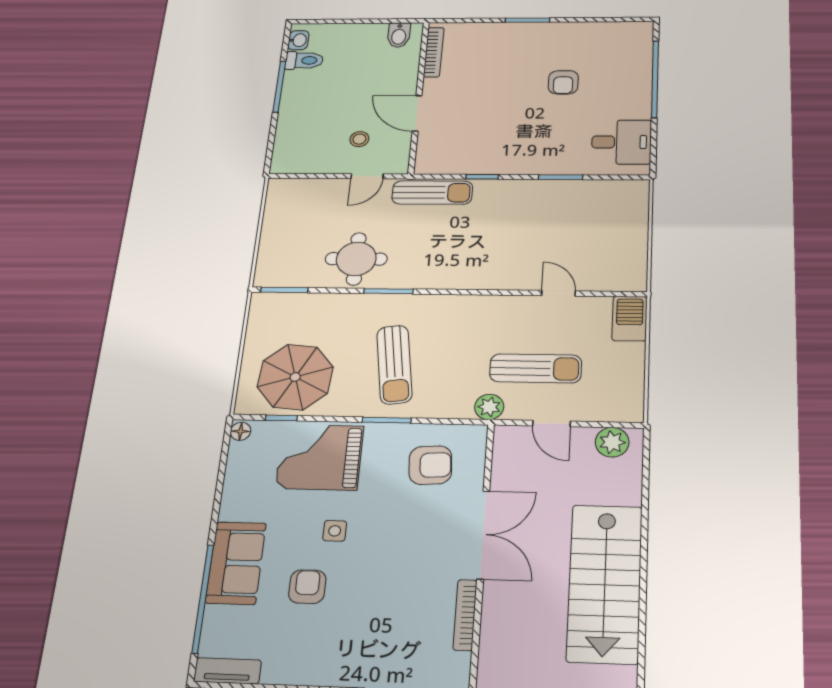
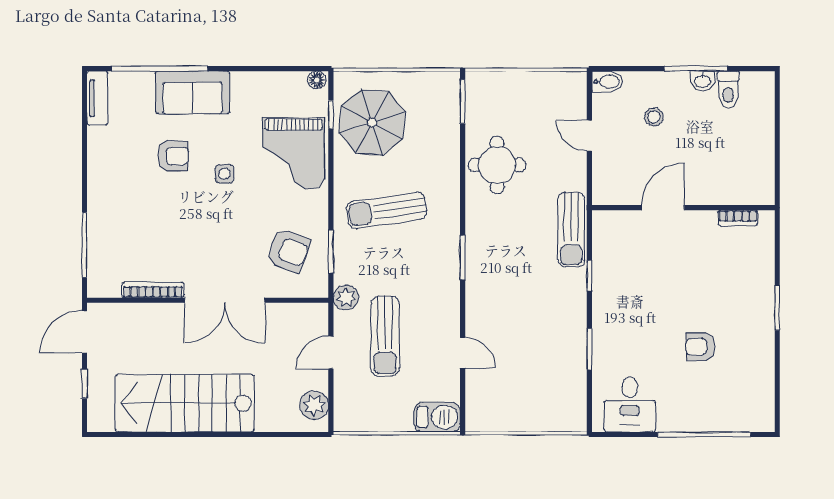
bidet: (399, 35) -> (607, 82), moved, turned 180
washbasin: (298, 40) -> (703, 81), moved
bookcase: (434, 52) -> (738, 218), width x0.64
stool: (359, 139) -> (654, 117), moved
door: (367, 176) -> (589, 136), moved
window: (388, 291) -> (463, 258), moved
door: (559, 293) -> (463, 353), hinge flipped
window: (387, 420) -> (331, 252), moved
grand piano: (320, 457) -> (294, 153), turned 180
armchair: (430, 465) -> (288, 250), turned -65

